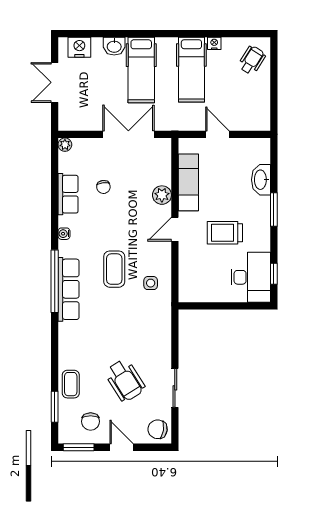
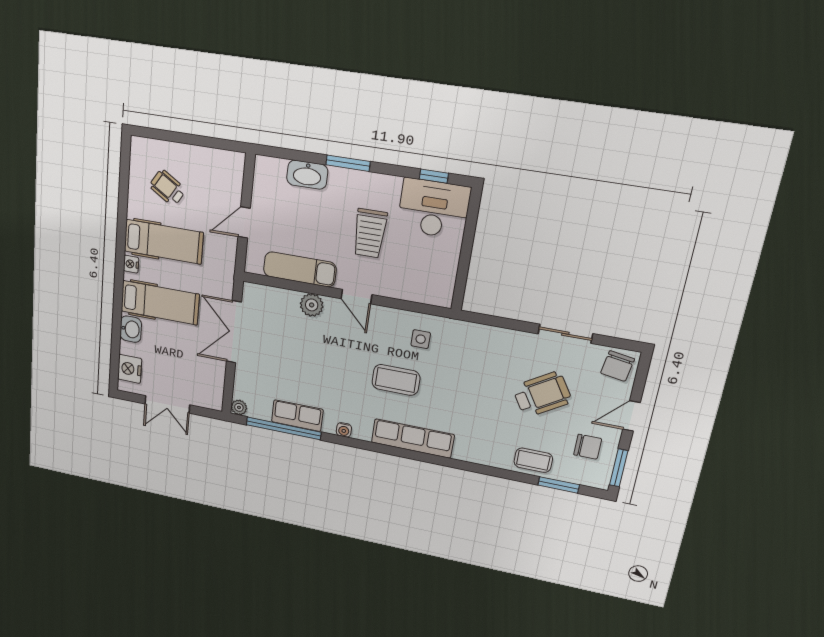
nightstand: (214, 43) -> (131, 264), moved
wheelchair: (252, 60) -> (168, 188), moved
chair: (103, 187) -> (294, 373), removed
window: (55, 281) -> (284, 428), moved

